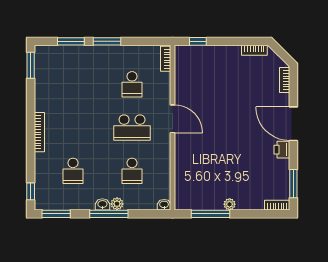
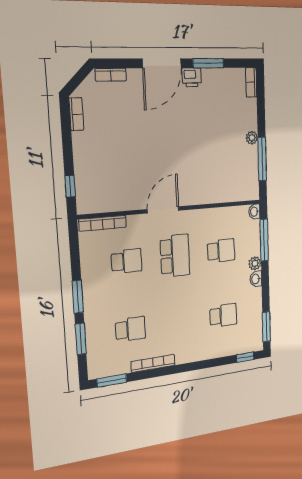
bookcase: (166, 59) -> (103, 223), width x1.56
school desk: (73, 84) -> (130, 329), added
bookcase: (39, 132) -> (153, 363), moved
window: (293, 184) -> (208, 63), moved
window: (109, 214) -> (264, 240), moved

